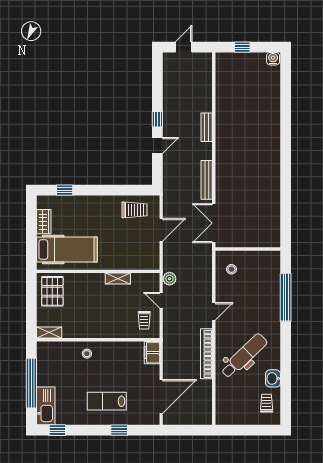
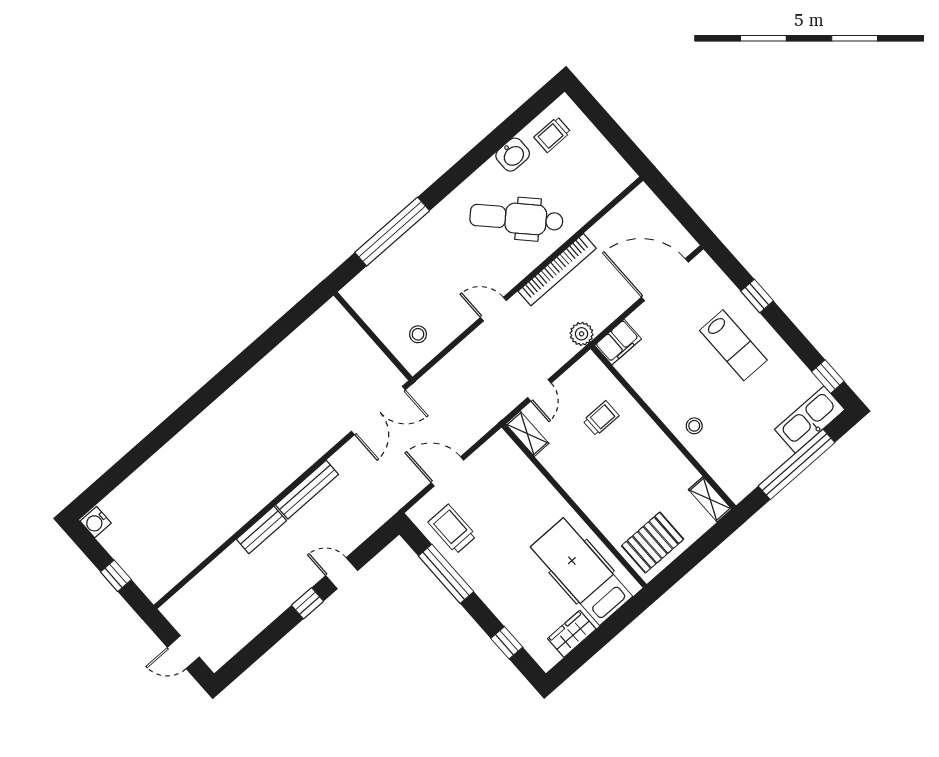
bench: (207, 180) -> (307, 490), moved
window: (117, 190) -> (446, 574), added
shelving: (118, 279) -> (527, 434), moved
plant: (169, 279) -> (582, 334), moved
trolley: (144, 320) -> (601, 418), moved

